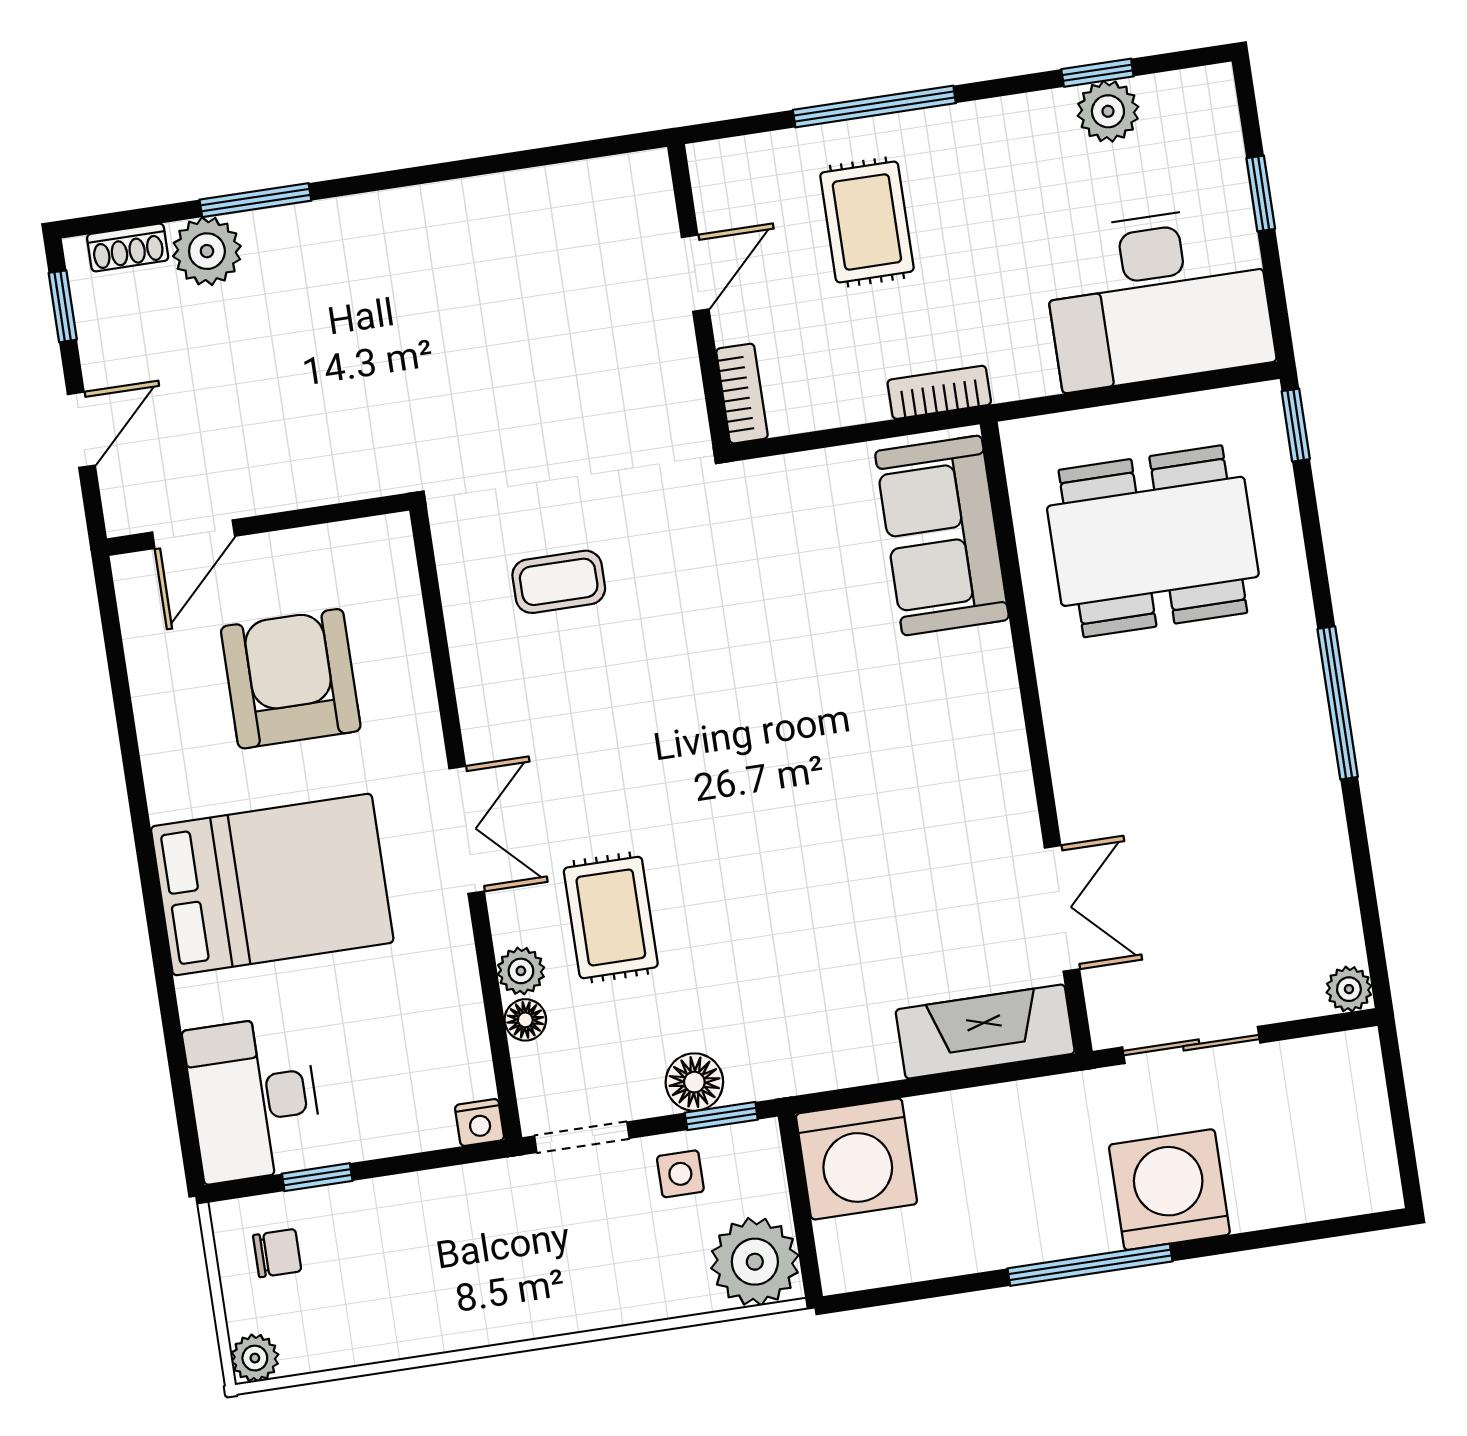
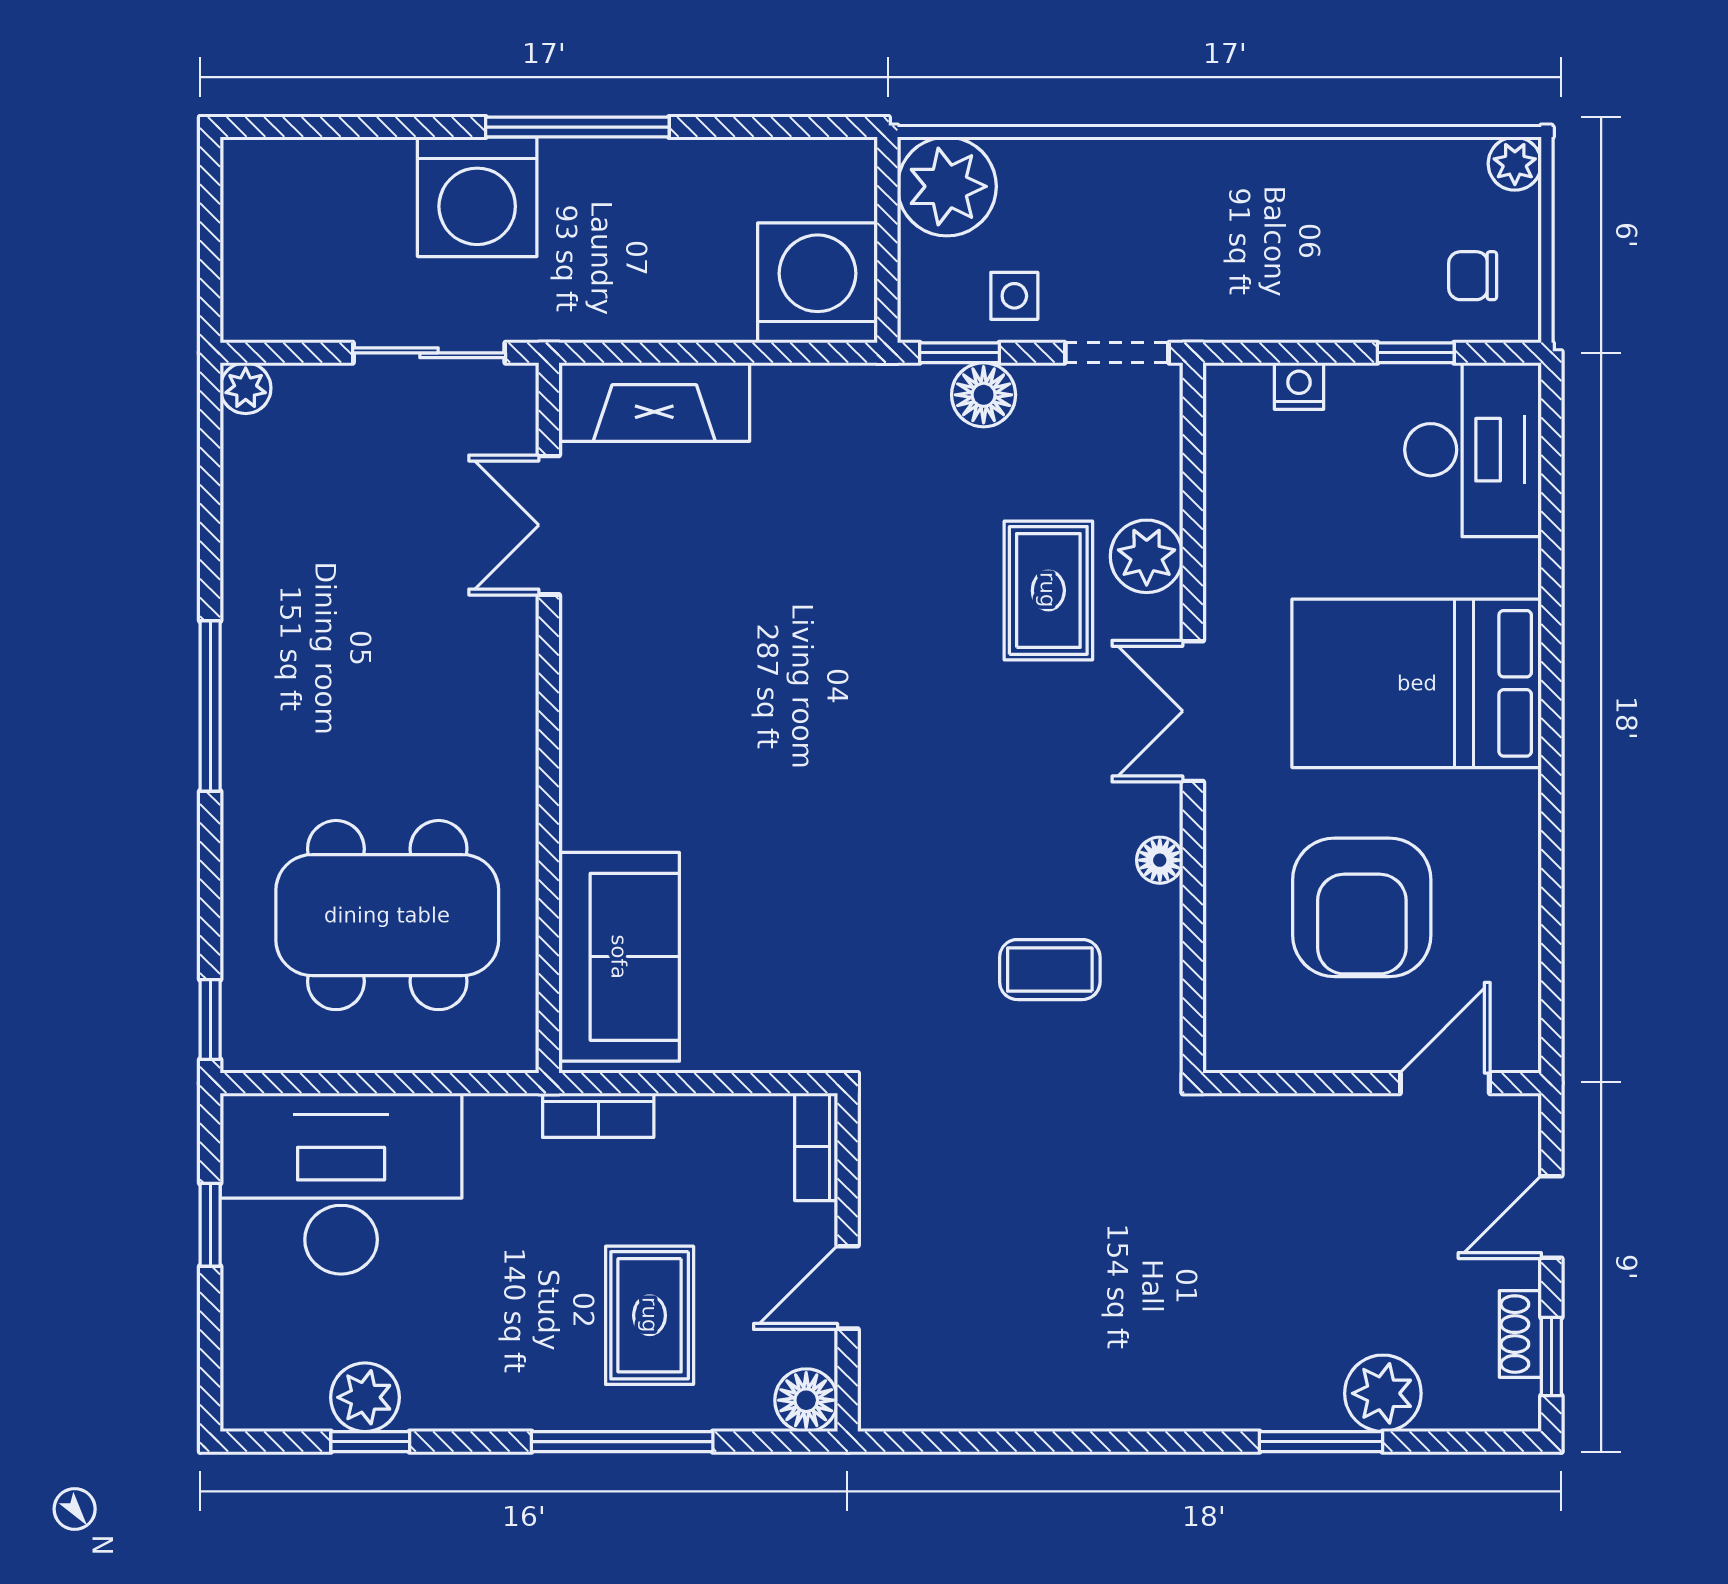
floor lamp: (717, 168) -> (806, 1400), added
window: (1261, 193) -> (210, 1225), moved
shoe rack: (128, 247) -> (1520, 1334), moved, turned -90
plant: (521, 971) -> (1147, 556), width x1.38, depth x1.38
floor lamp: (525, 1020) -> (1160, 860), moved
nightstand: (480, 1122) -> (1299, 386), moved

